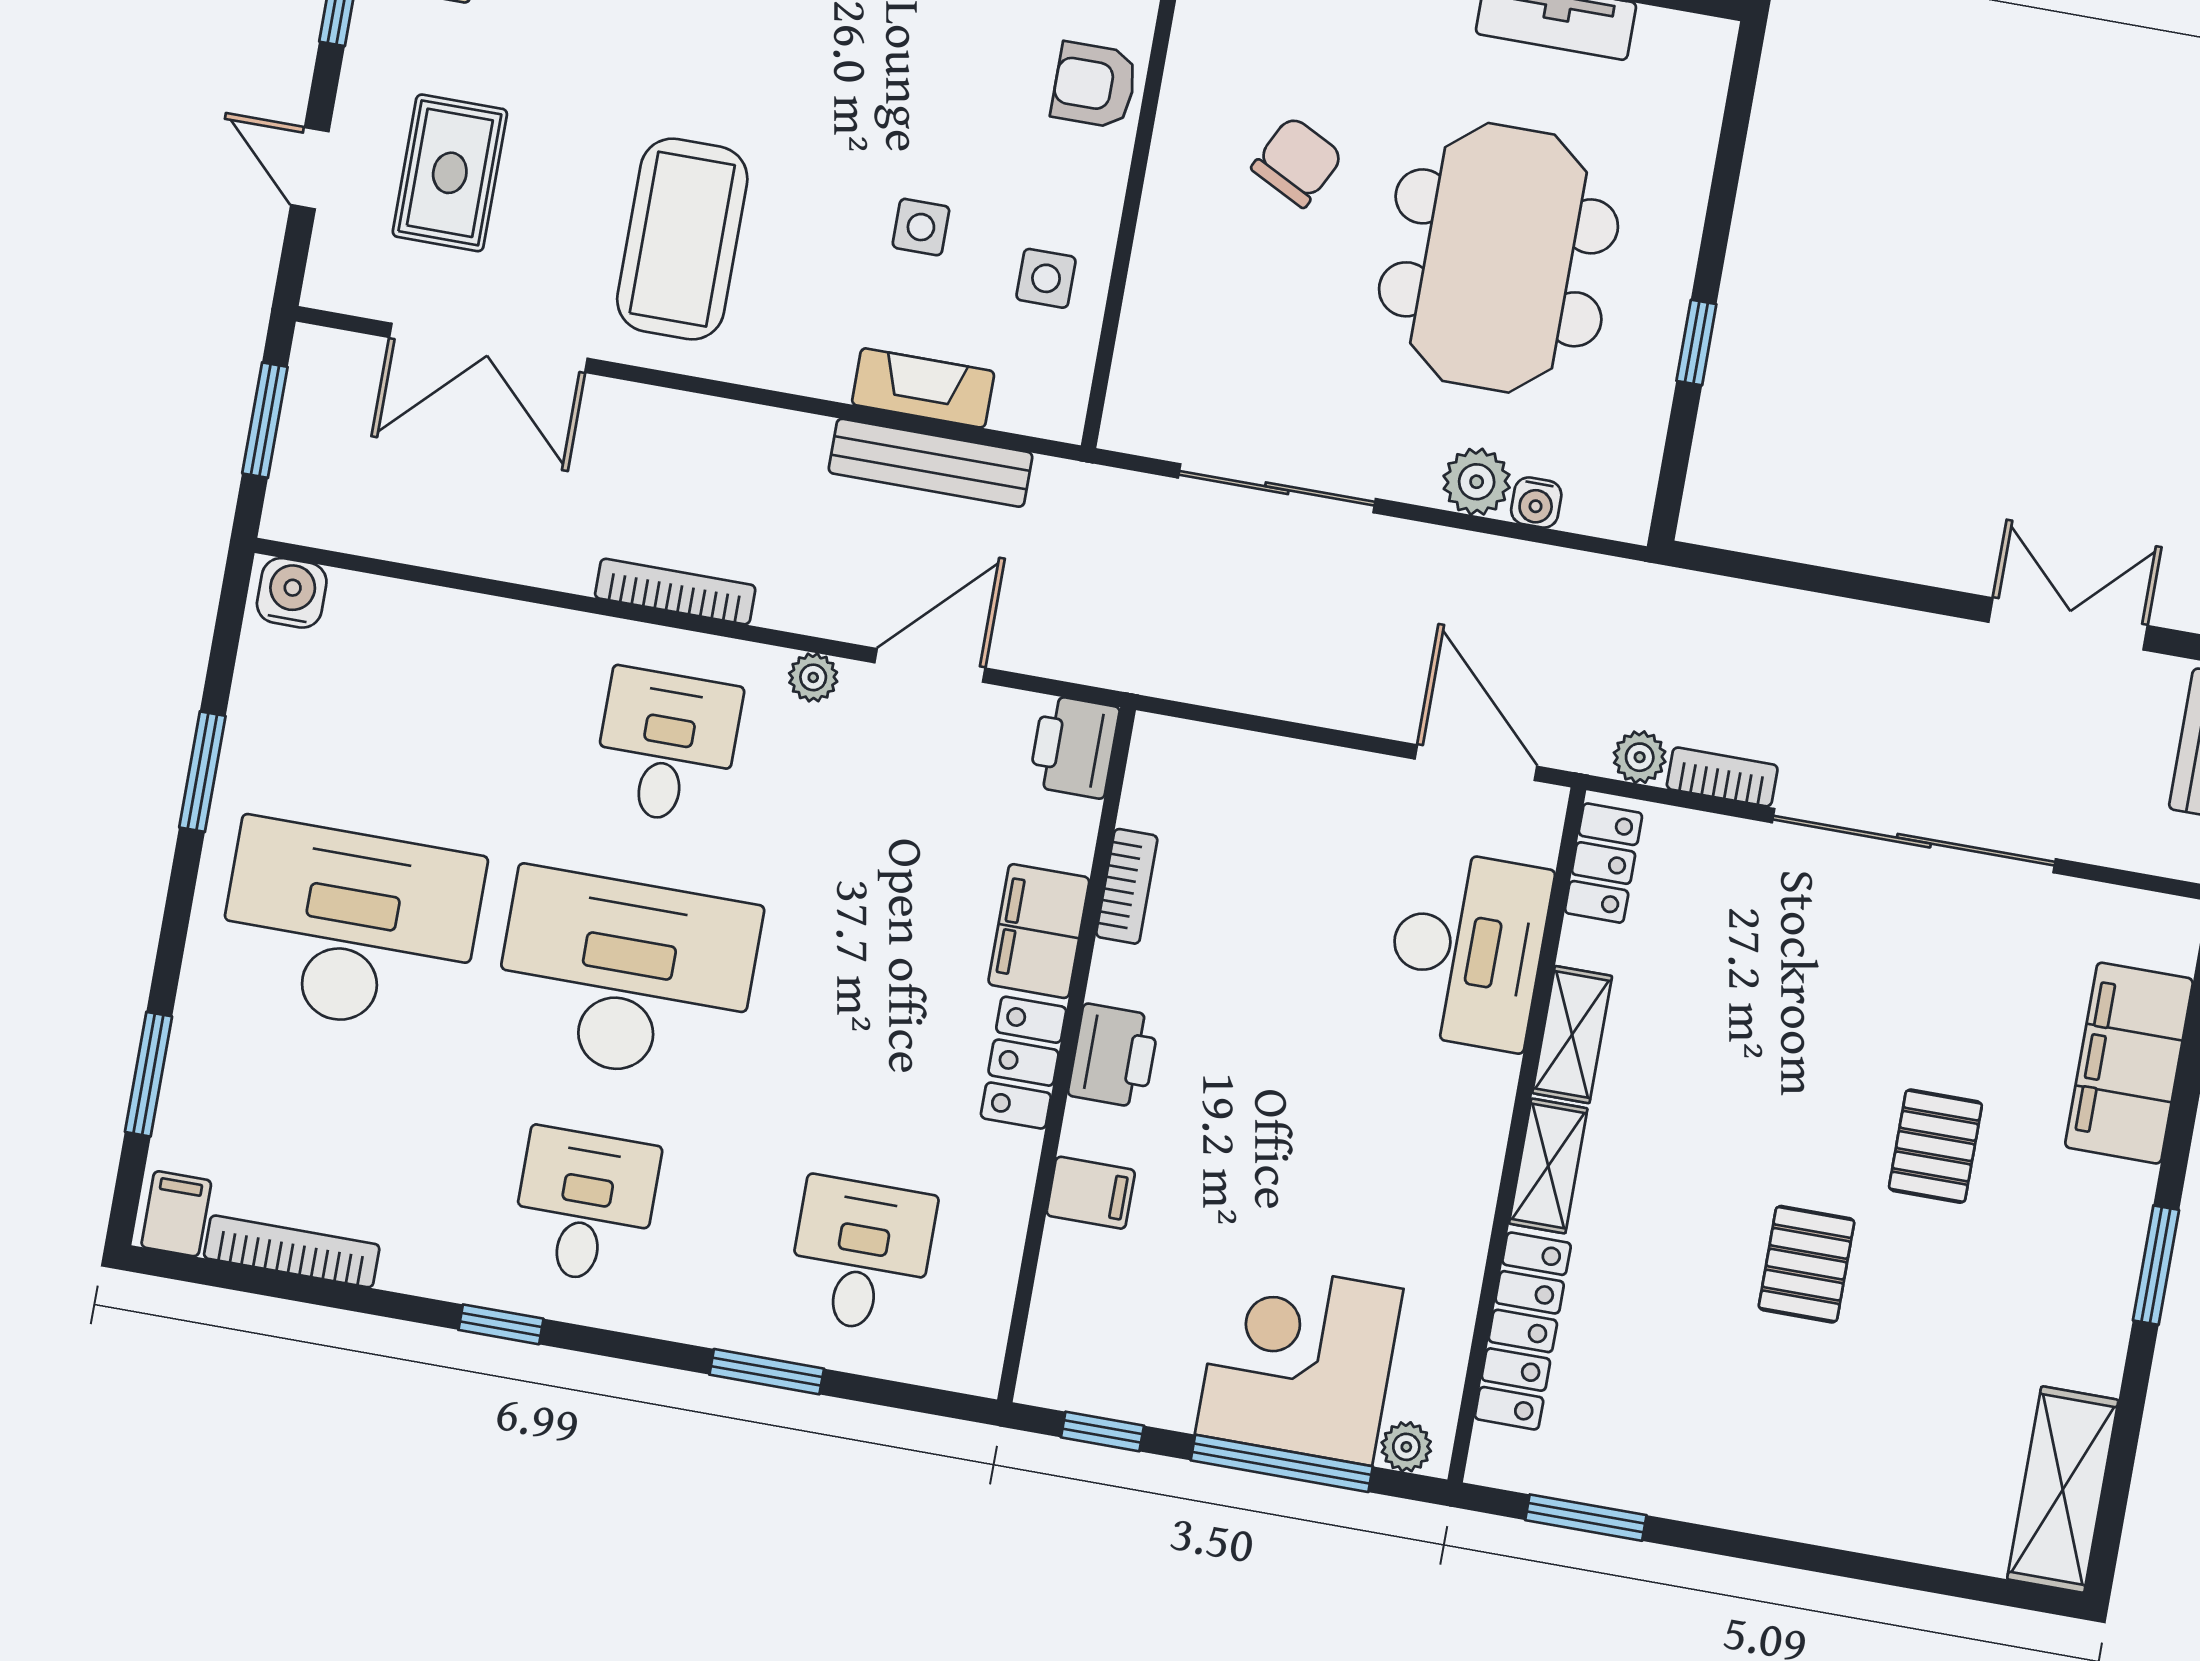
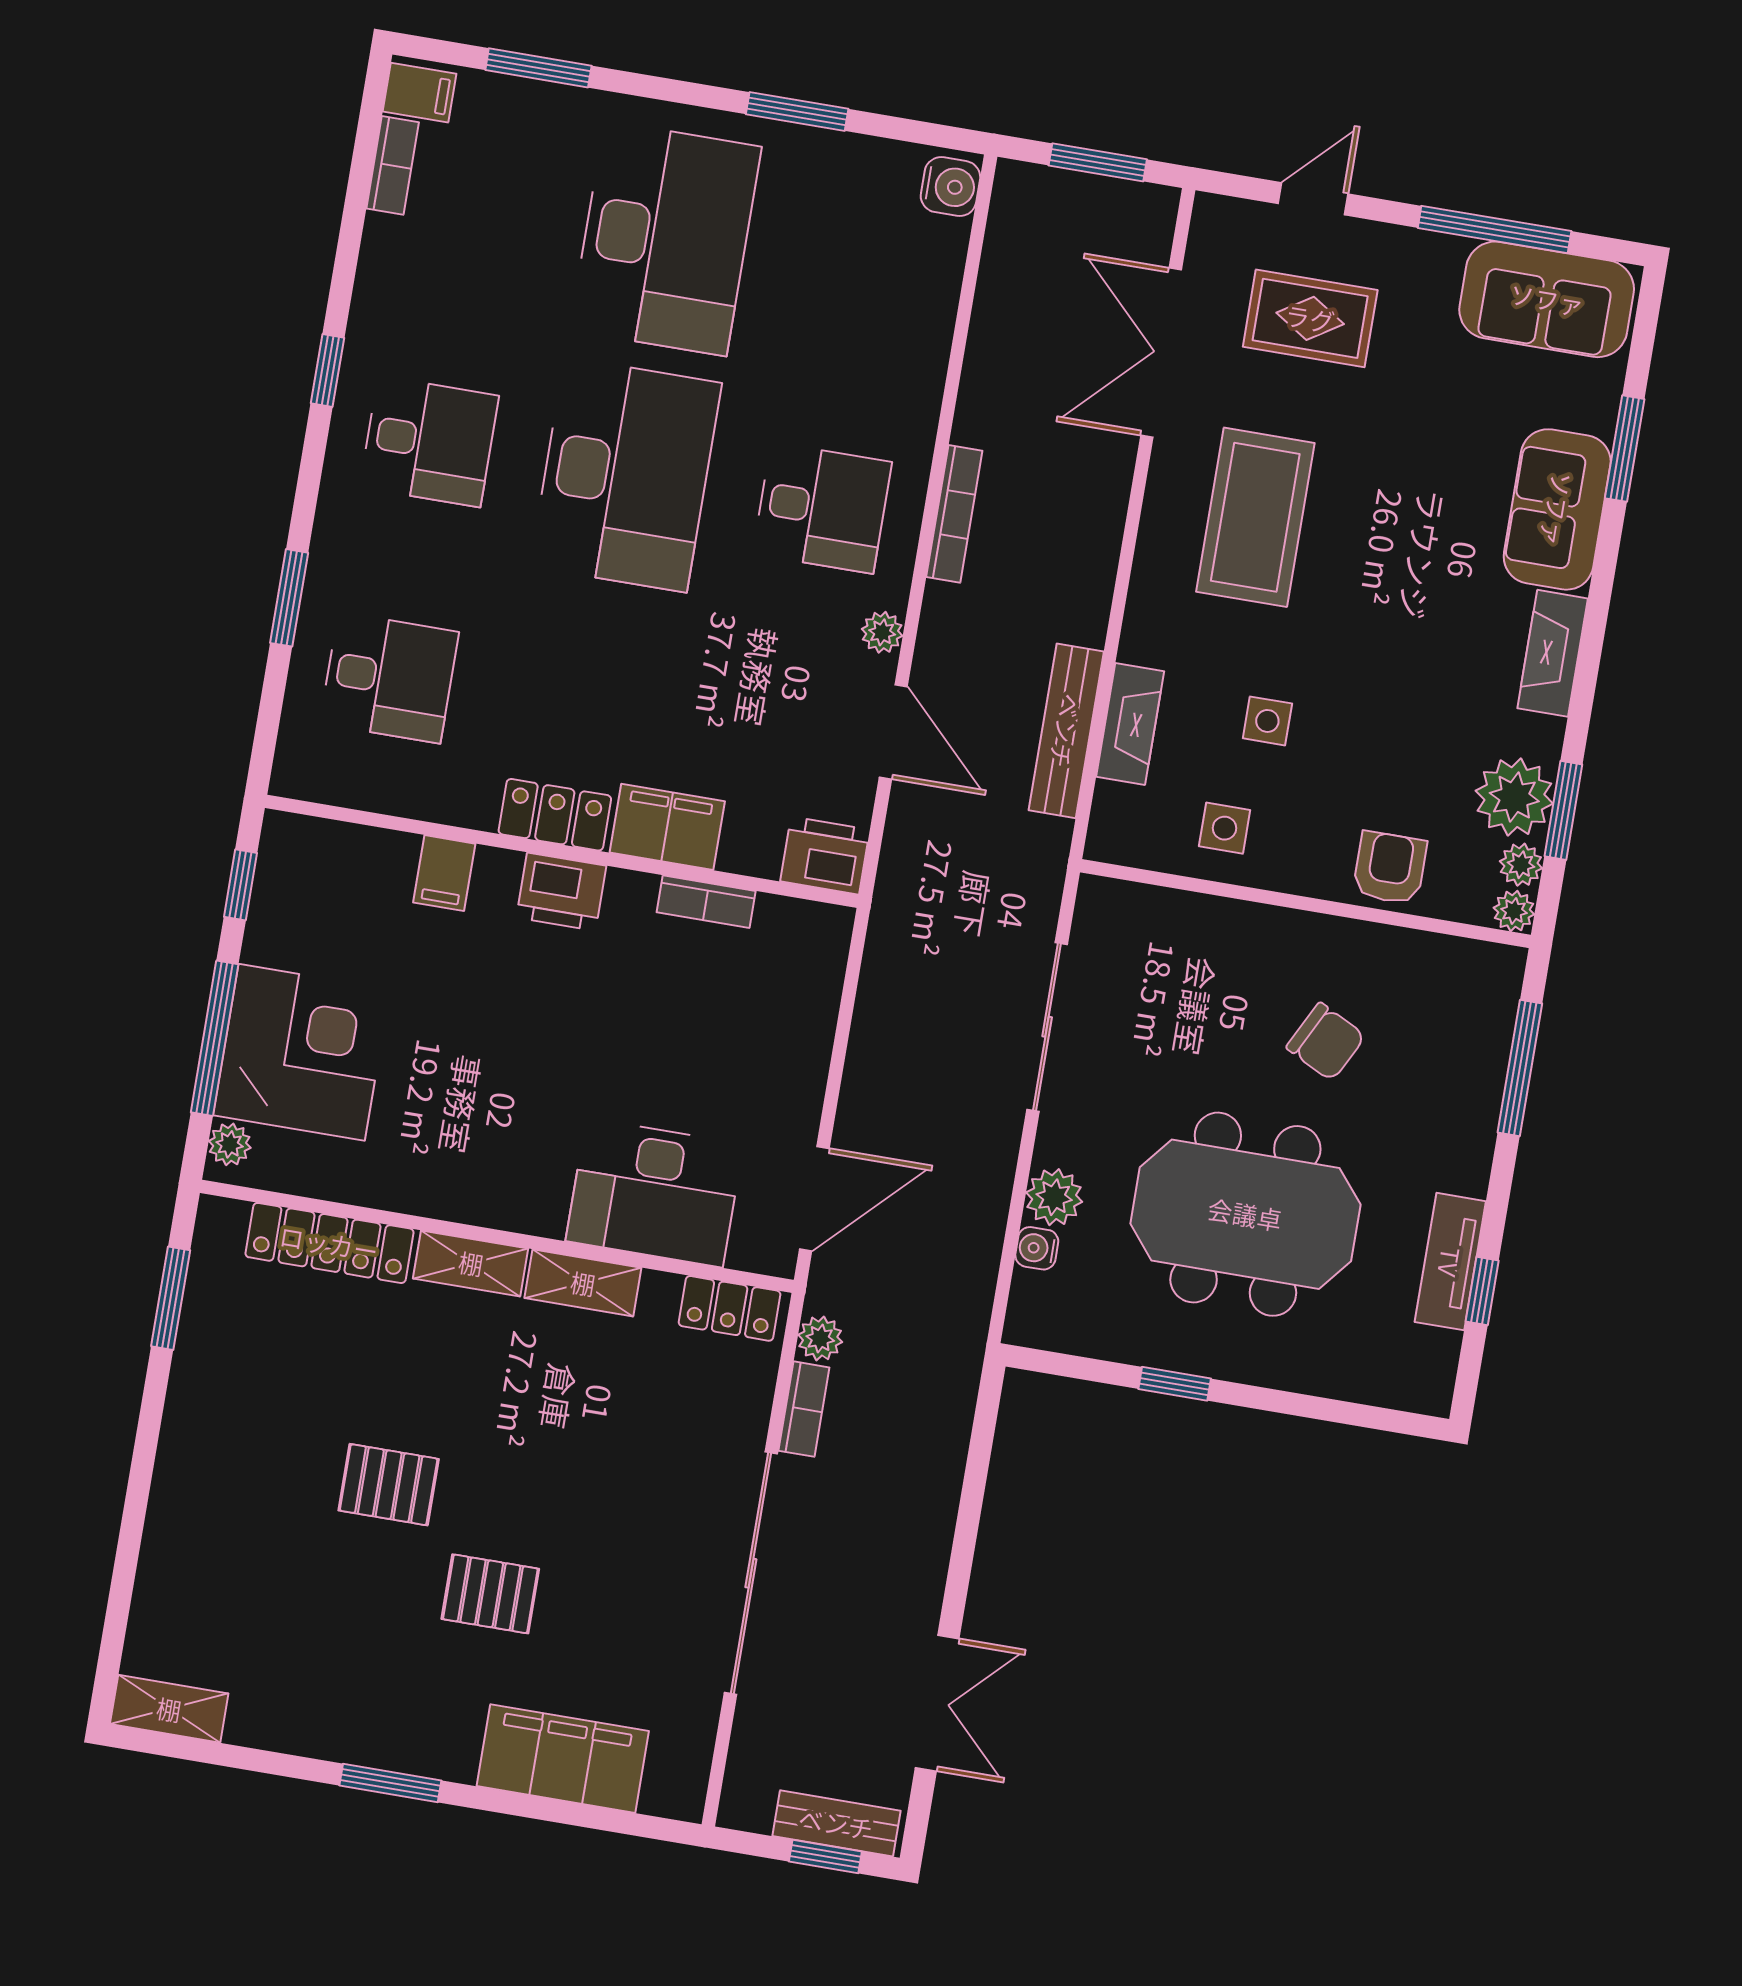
coffee table: (682, 239) -> (1255, 517), turned 90
bookcase: (292, 1251) -> (393, 165), width x0.64
shelving: (2063, 1490) -> (169, 1709), width x0.67, depth x0.75

